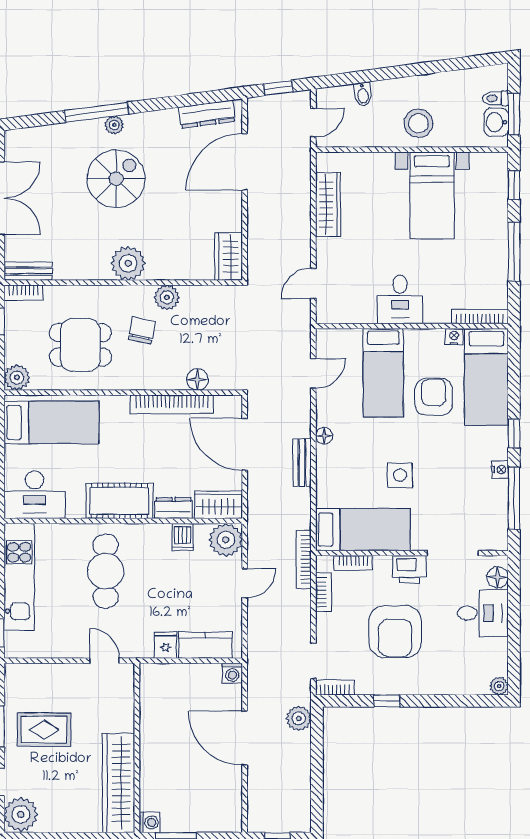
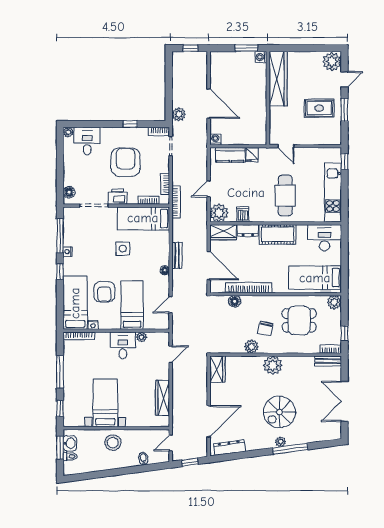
plant: (366, 315) -> (142, 337), added
desk: (483, 613) -> (87, 141), moved, turned 90

